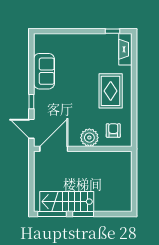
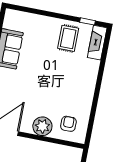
rug: (111, 91) -> (68, 38), moved, width x0.73, depth x0.70

